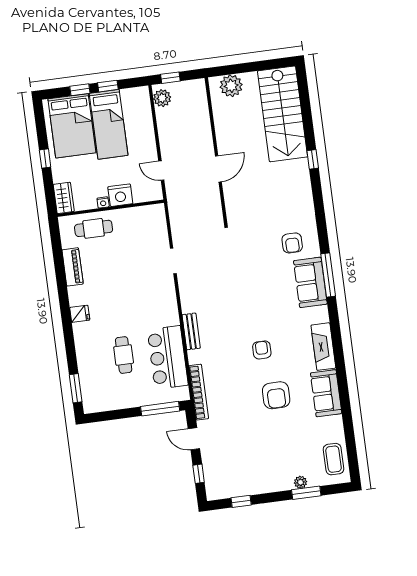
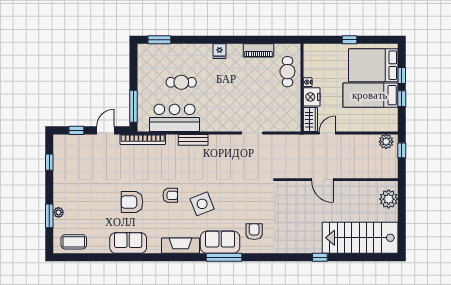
wardrobe: (64, 198) -> (310, 119), moved, turned -90
armchair: (292, 243) -> (254, 232), turned 90
side table: (267, 310) -> (202, 204), added
fireplace: (323, 347) -> (181, 246), moved

